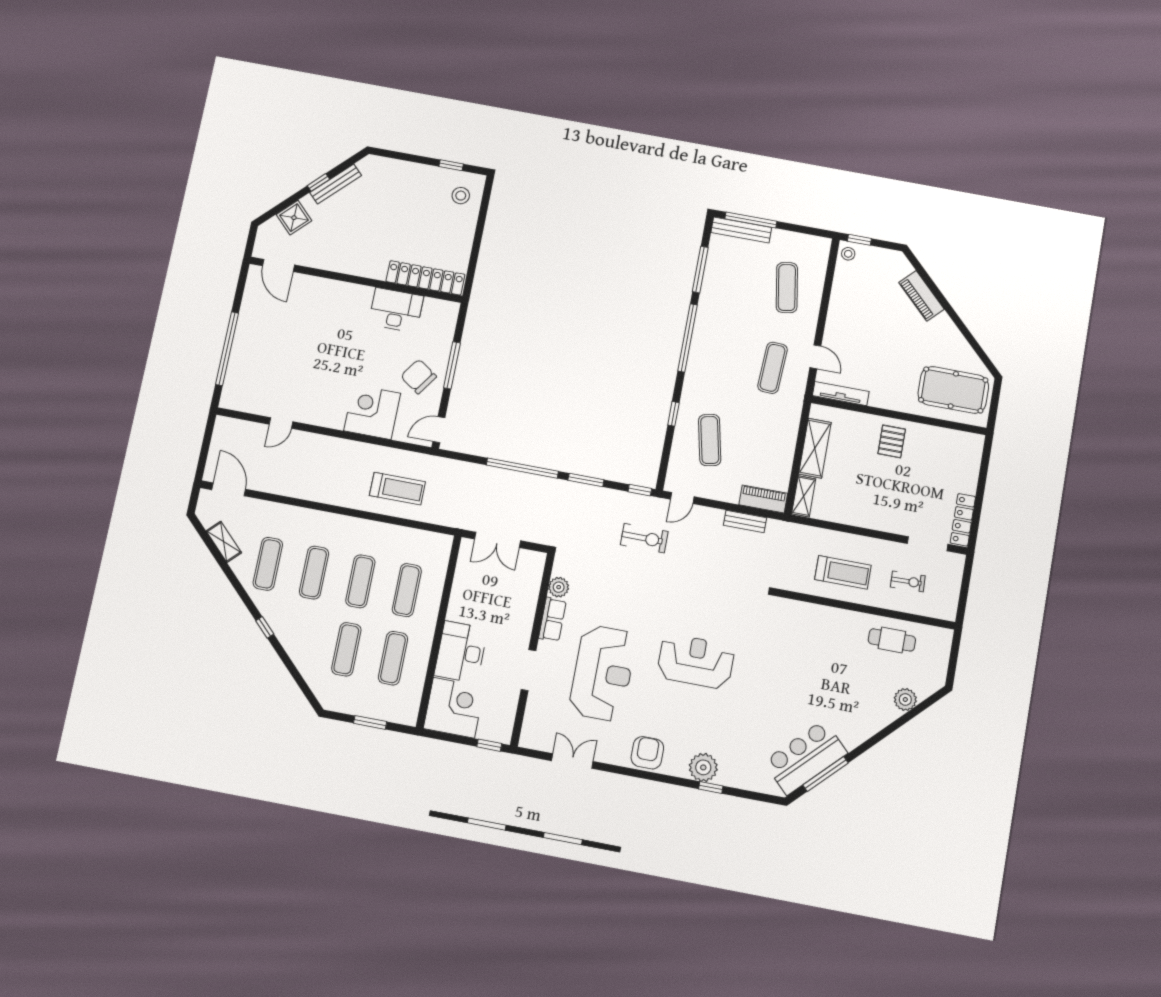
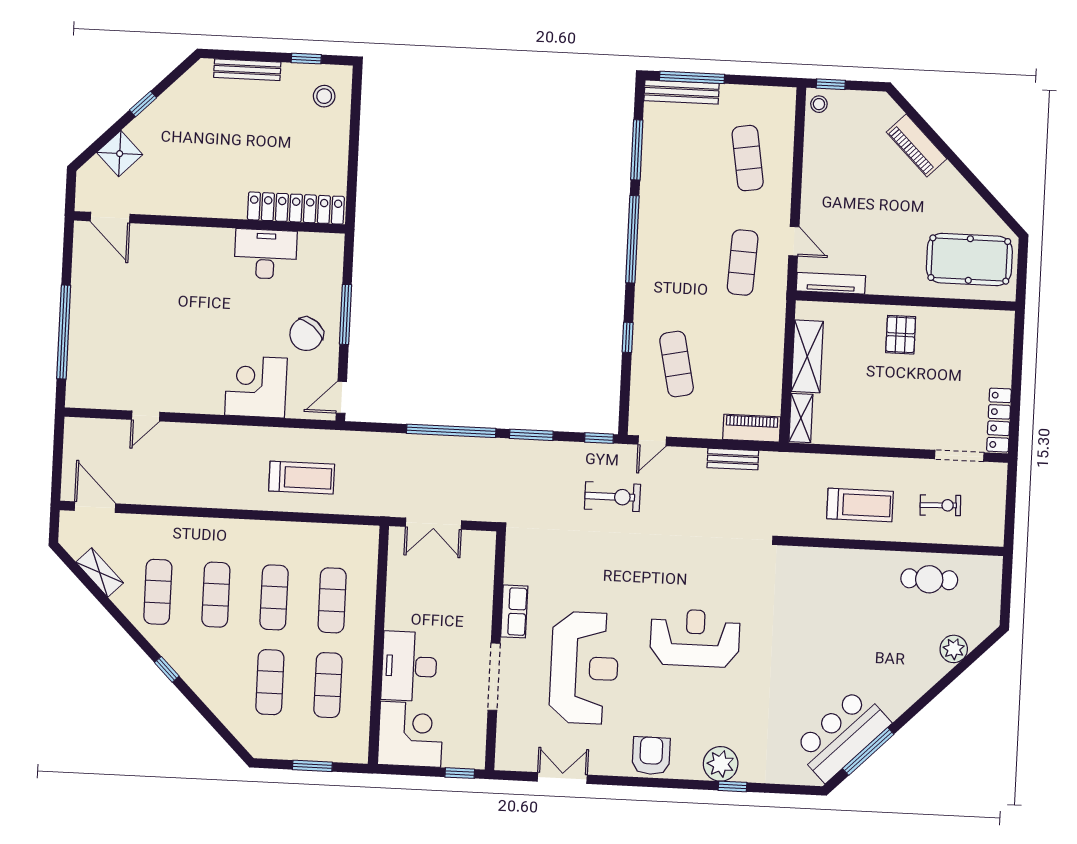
bench: (336, 184) -> (247, 70), moved, turned 45
chair: (419, 376) -> (306, 334), turned -86
plant: (559, 587) -> (516, 571), removed
doorway: (528, 670) -> (494, 677), width x1.36

